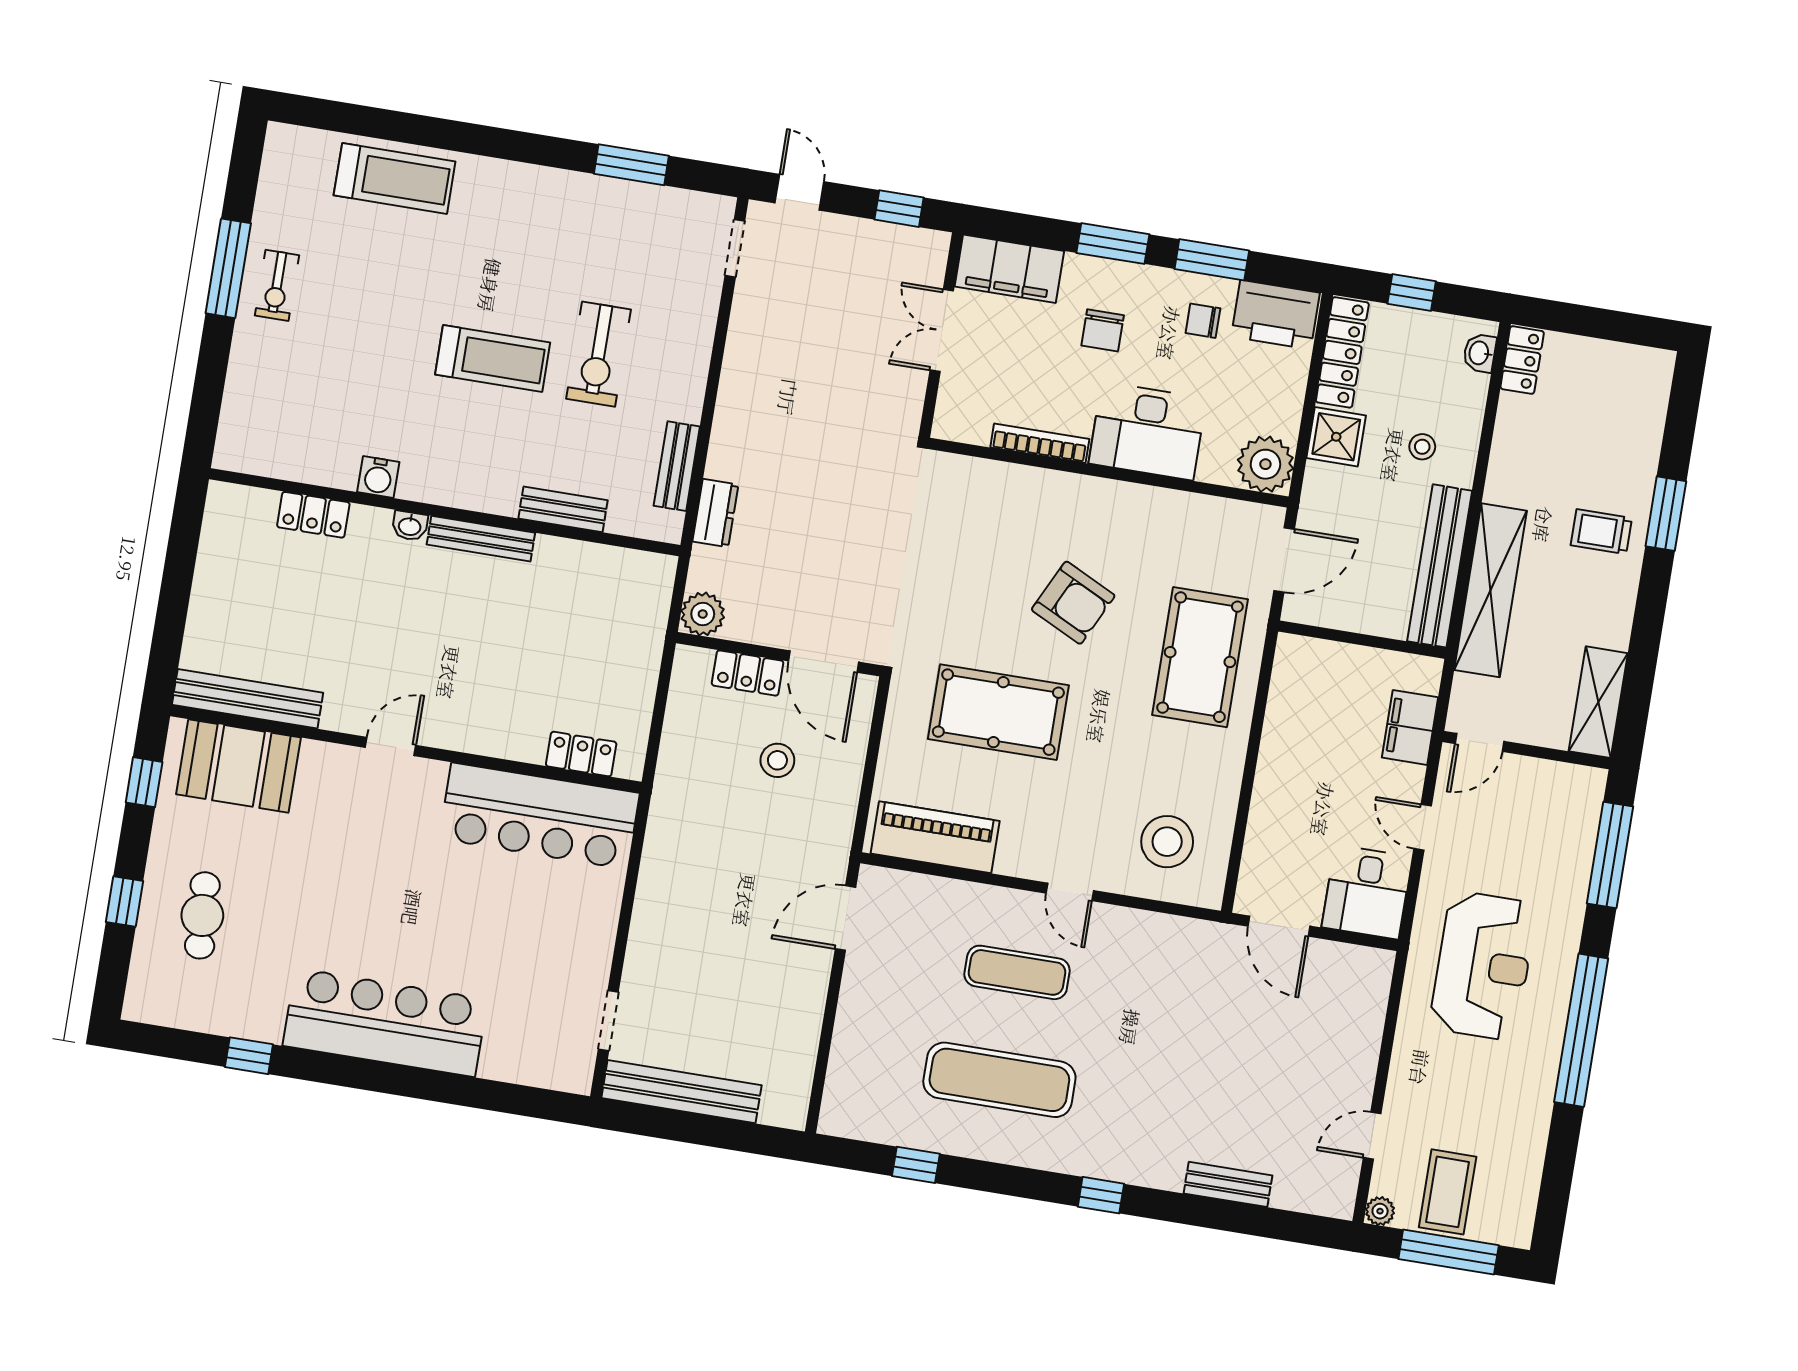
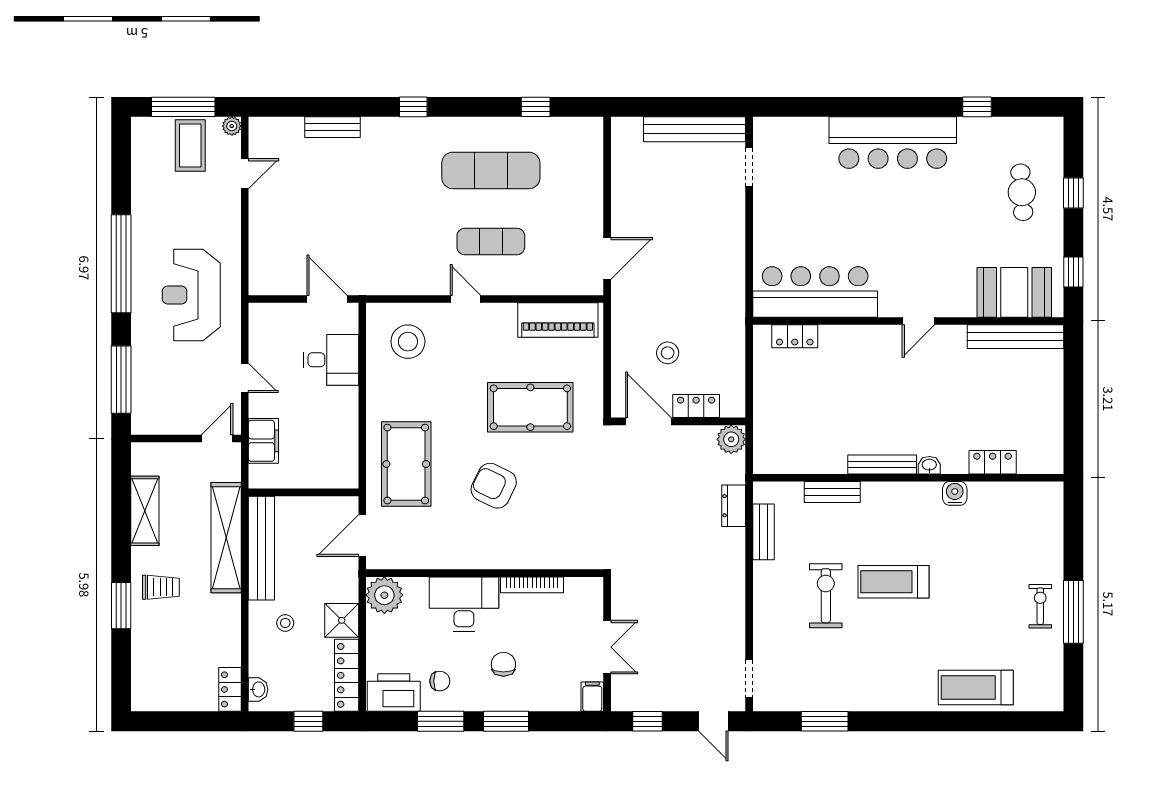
filing cabinet: (1009, 269) -> (592, 697), width x0.33, depth x0.86
shelving: (1598, 702) -> (145, 511), moved
desk: (1367, 892) -> (331, 360), moved, turned 90

